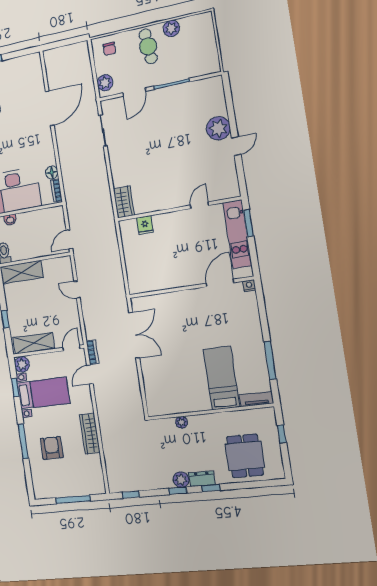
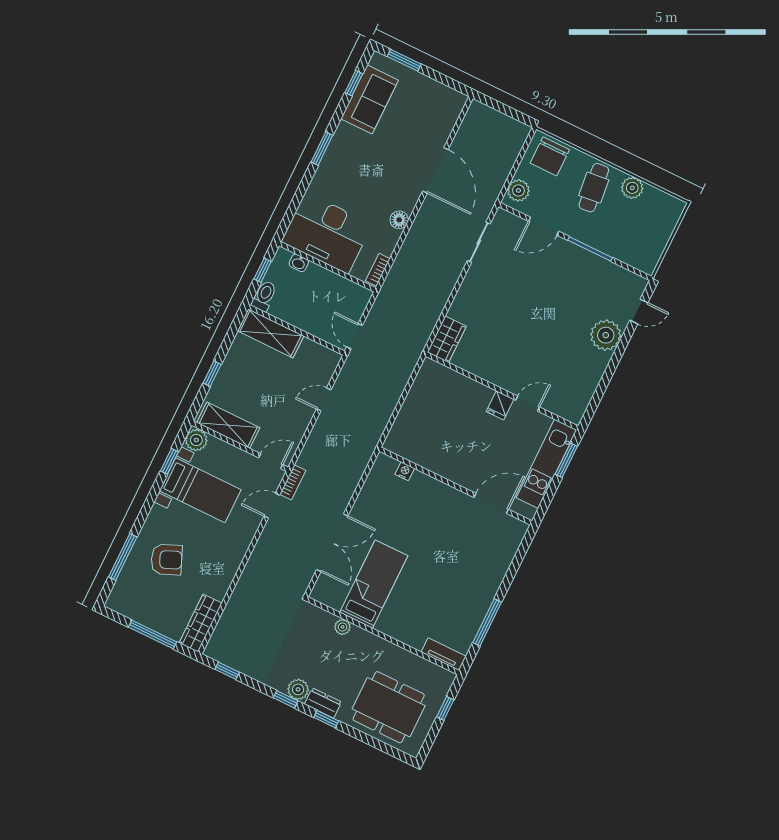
chair: (109, 49) -> (550, 156), width x1.87, depth x1.87
door: (50, 108) -> (435, 170), hinge flipped
door: (236, 146) -> (639, 311), moved
floor lamp: (52, 172) -> (399, 220), moved
fridge: (145, 225) -> (500, 405), moved
door: (69, 239) -> (355, 336), hinge flipped
nightstand: (249, 286) -> (405, 471), moved
door: (77, 290) -> (324, 399), hinge flipped
double door: (134, 335) -> (332, 543), moved
bed: (221, 378) -> (374, 584), moved
wardrobe: (90, 434) -> (201, 623), moved
window: (23, 441) -> (123, 557), moved
armchair: (52, 448) -> (167, 560), turned 67
dining table: (245, 456) -> (389, 707), width x1.37

